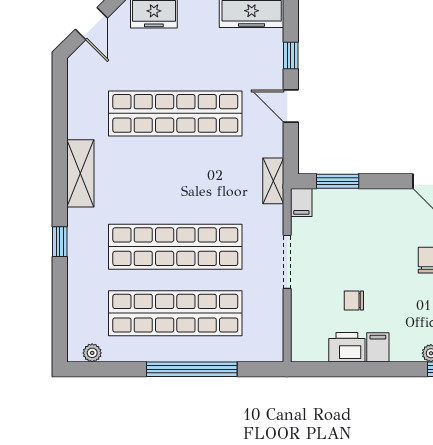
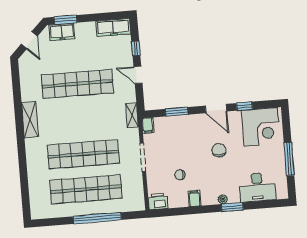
window: (338, 181) -> (177, 112), moved
window: (60, 242) -> (22, 157), removed
printer: (347, 347) -> (158, 201), moved
plant: (92, 353) -> (44, 214), removed

